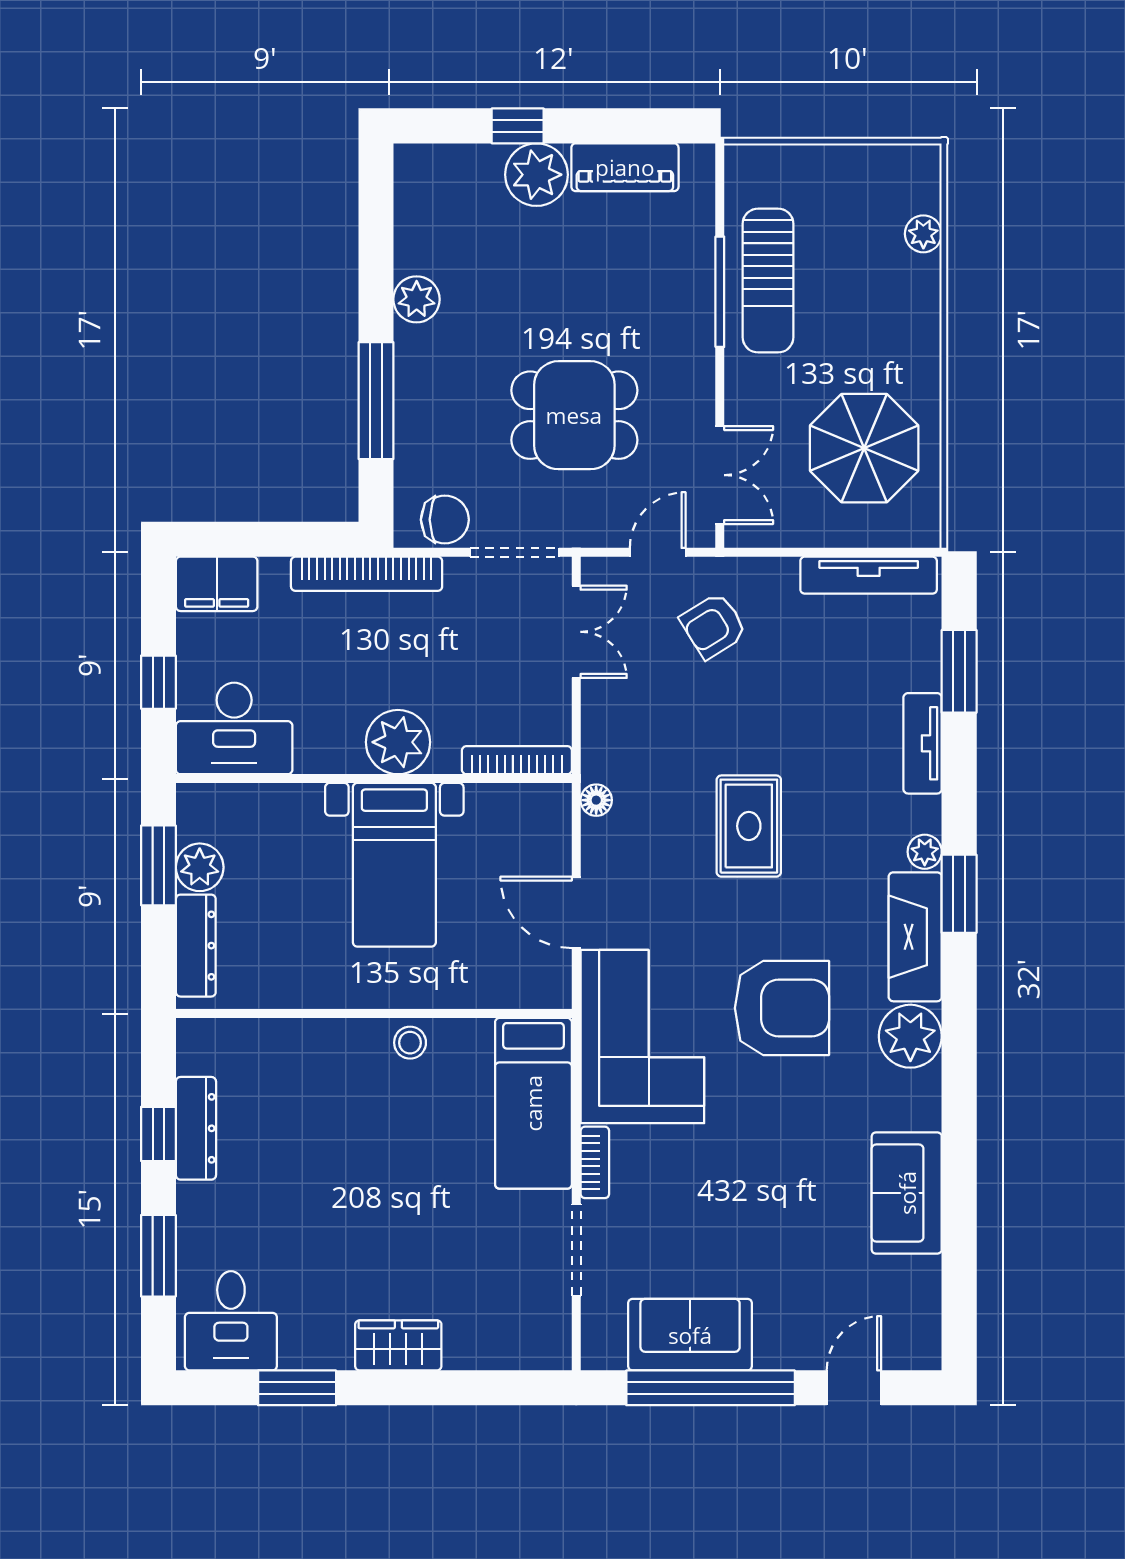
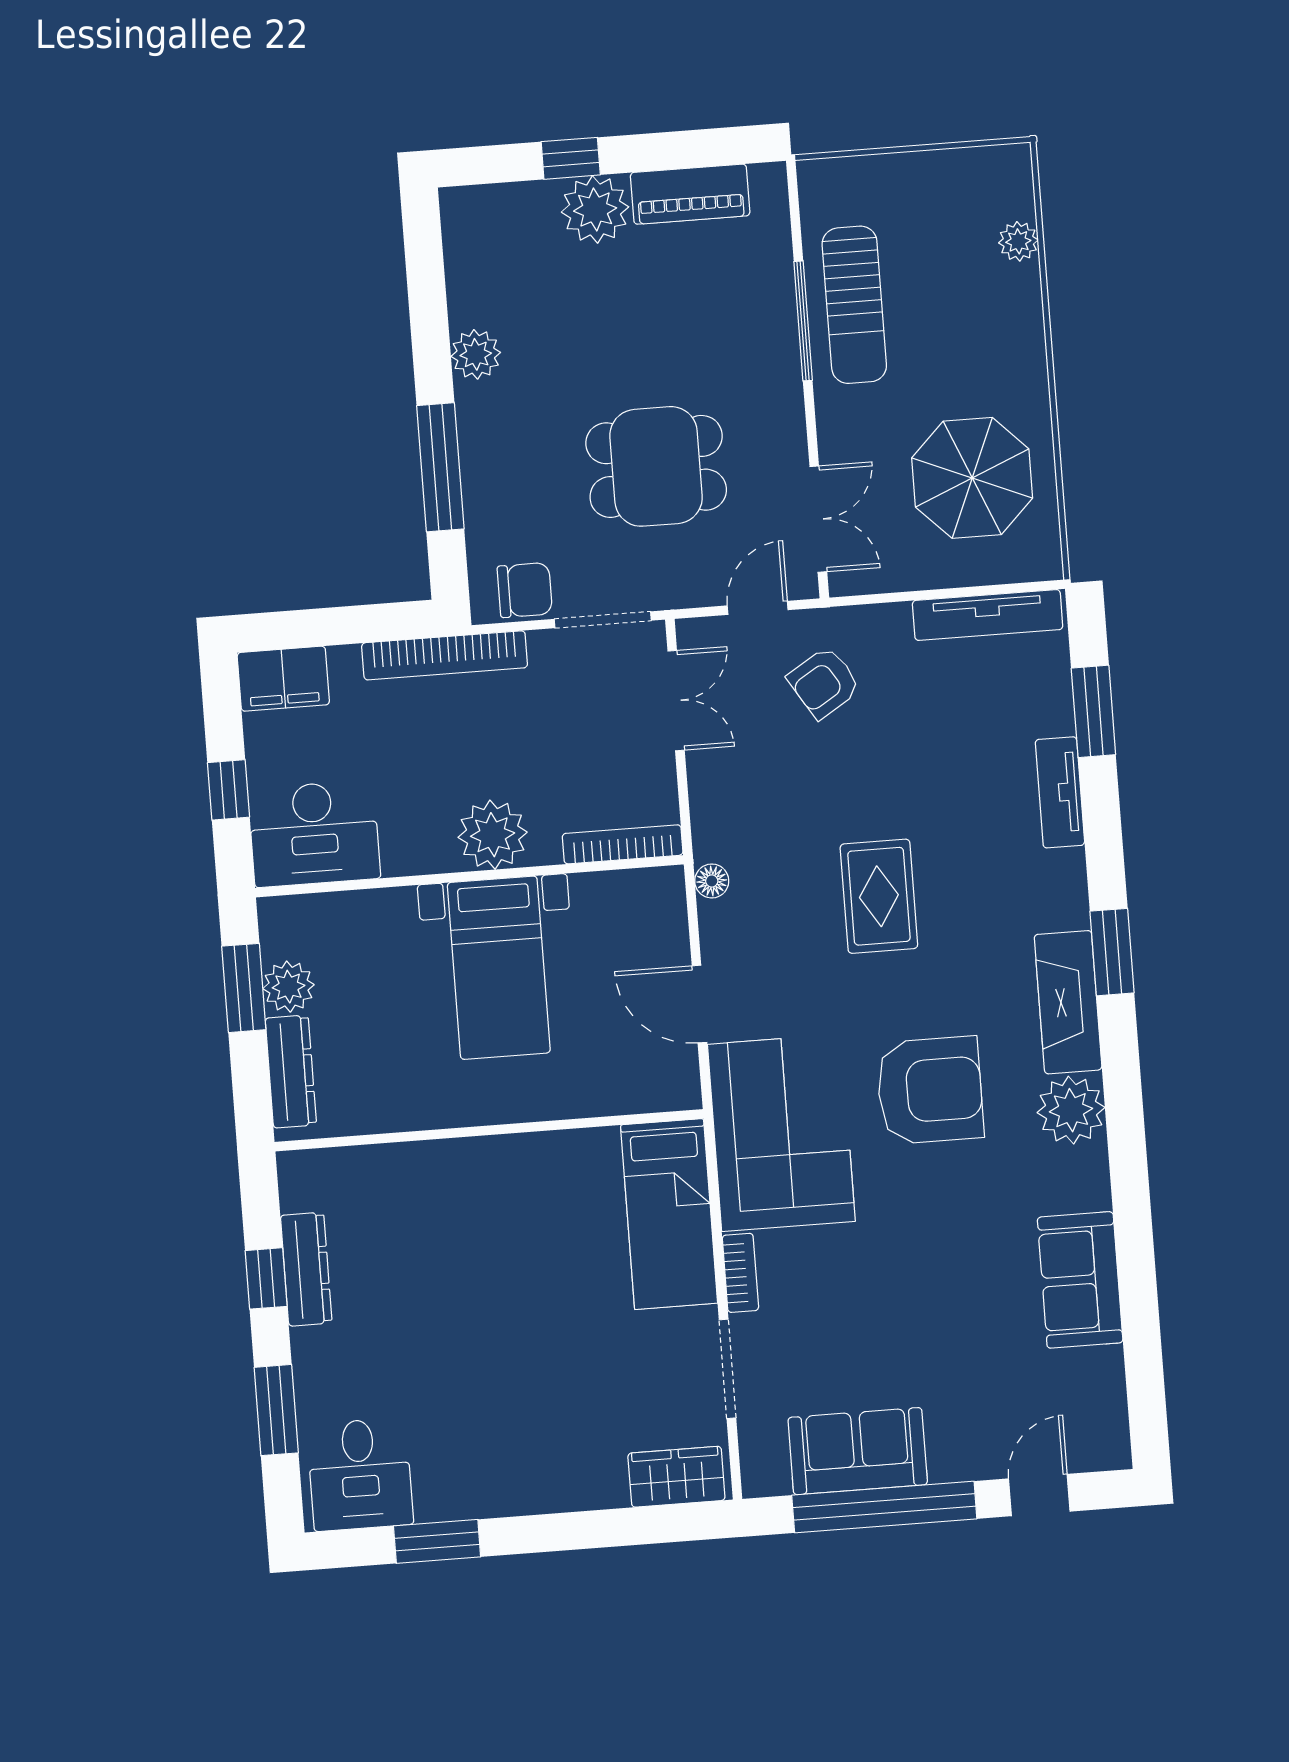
plant: (925, 852) -> (1071, 909), removed
stool: (410, 1043) -> (531, 1159), removed
wardrobe: (398, 1345) -> (676, 1477), moved

